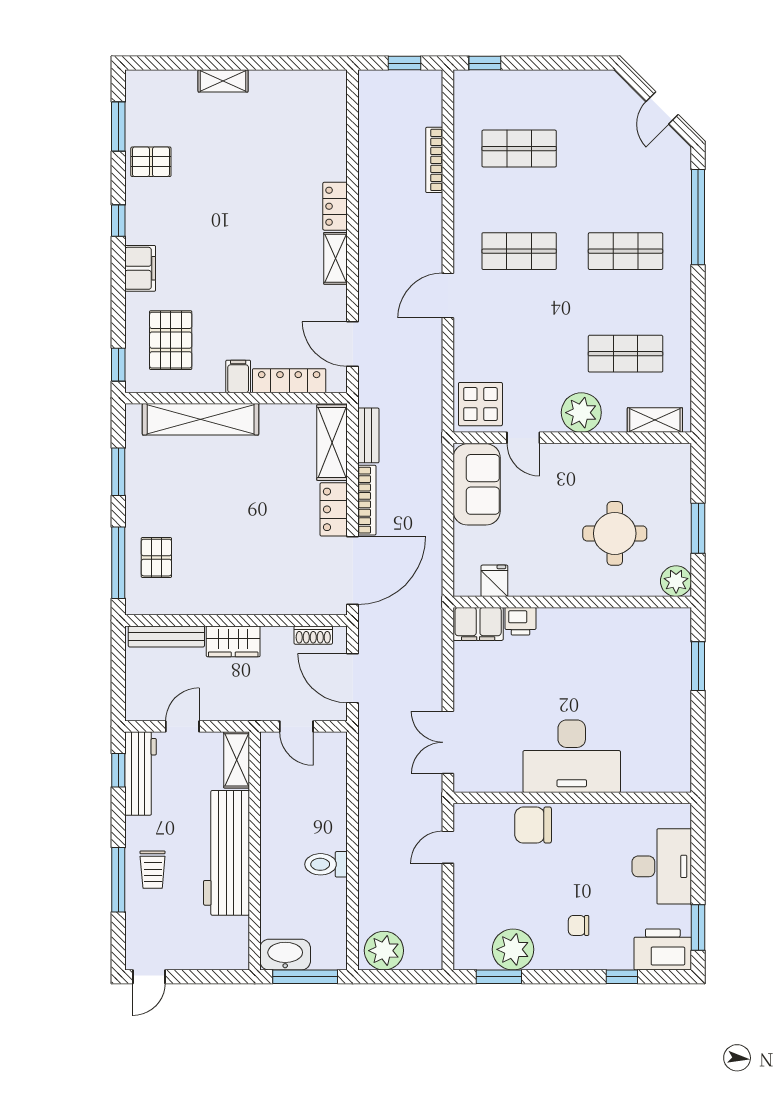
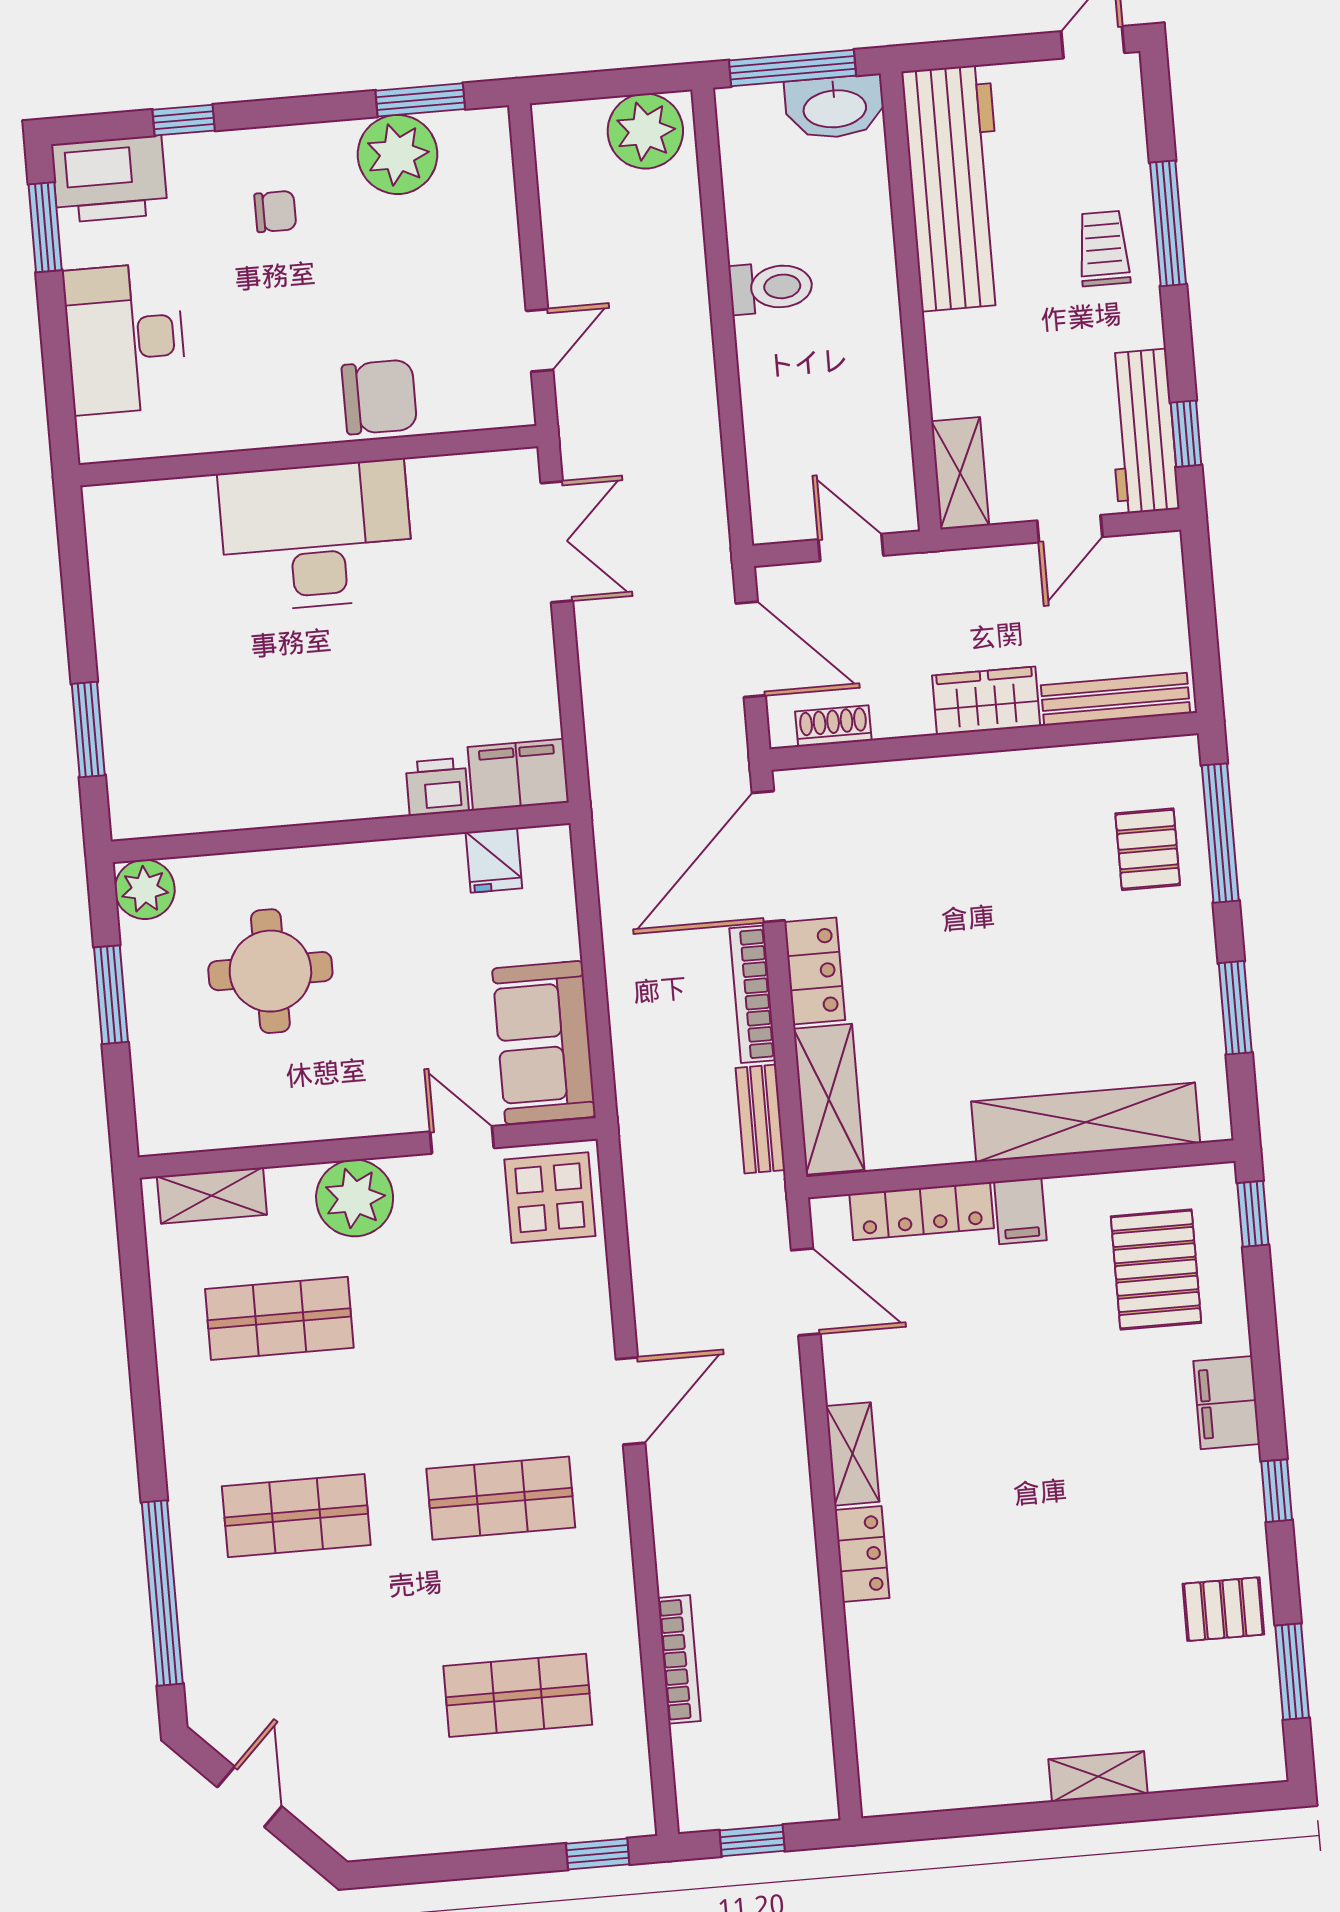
workbench: (226, 853) -> (955, 188), moved

